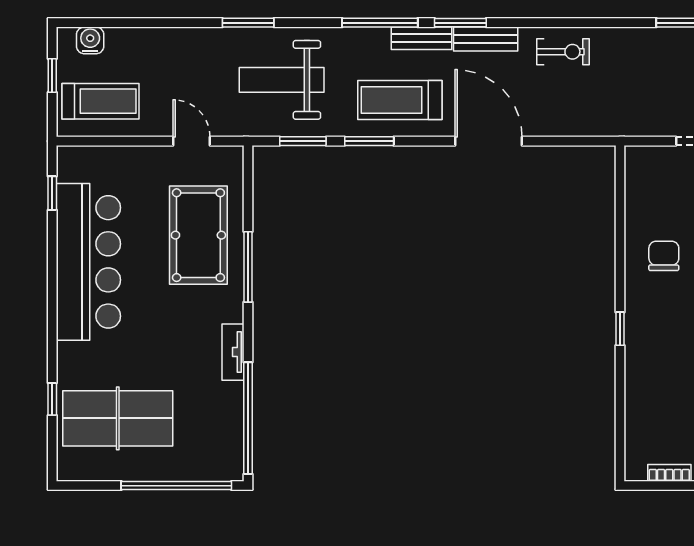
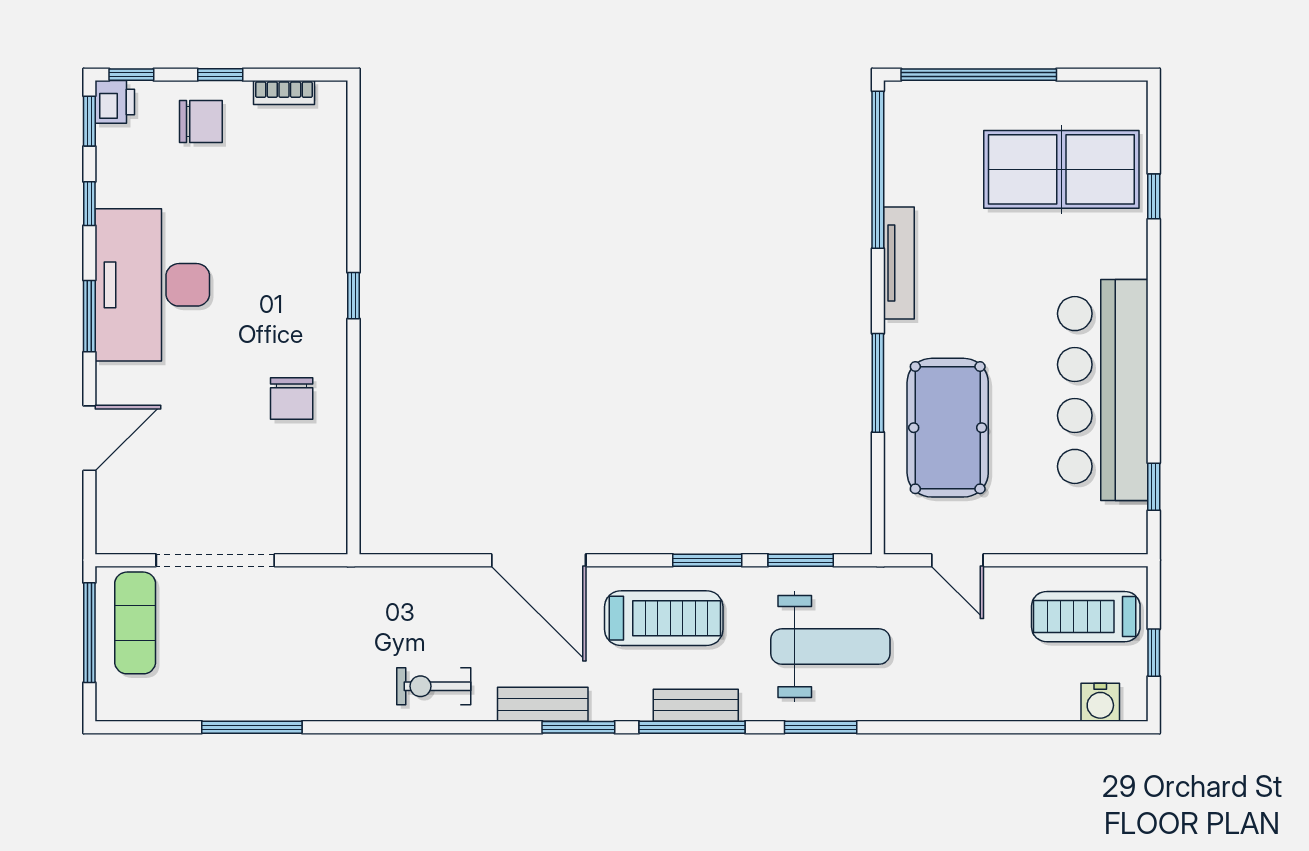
window: (248, 23) -> (821, 727), moved
bench: (421, 38) -> (696, 705), moved
tv unit: (233, 352) -> (899, 263), width x1.41

